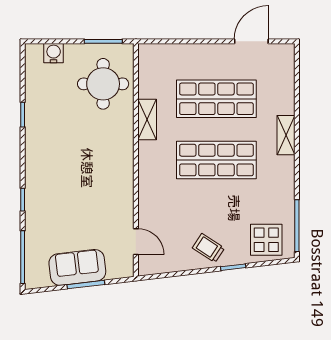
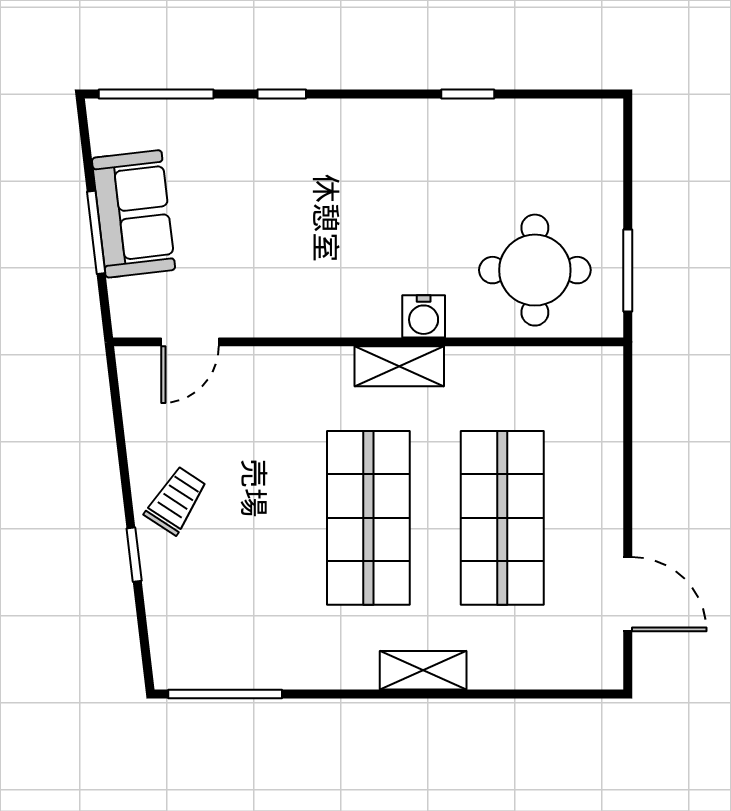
water cooler: (54, 53) -> (424, 316), moved, turned 90
shelving: (147, 120) -> (399, 366), moved
display table: (266, 240) -> (194, 627), removed

